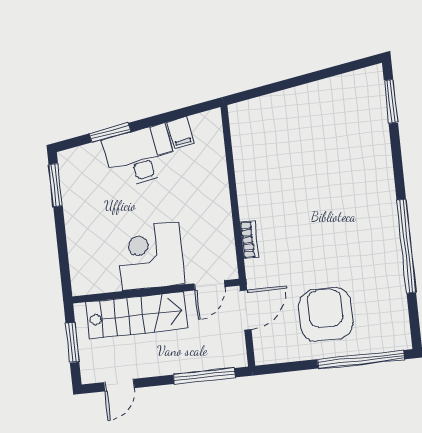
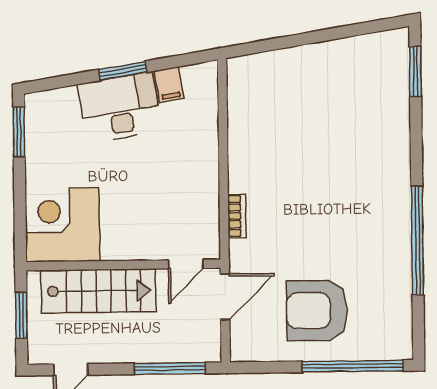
window: (110, 133) -> (123, 71), moved
corner desk: (151, 256) -> (62, 225), moved
armchair: (326, 314) -> (317, 311), turned -90

